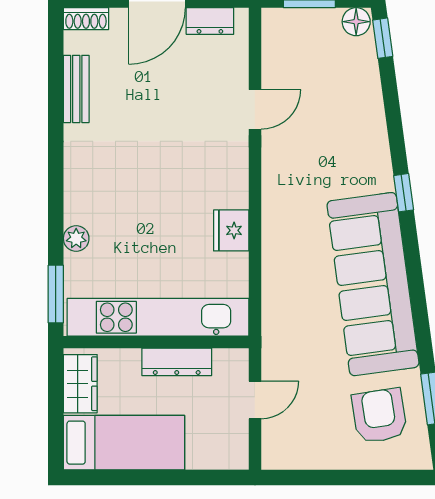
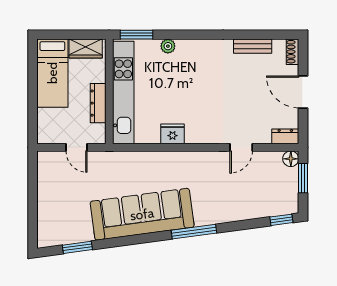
dresser: (210, 21) -> (285, 136), moved, turned 90
floor lamp: (356, 22) -> (291, 159), moved
door: (255, 109) -> (241, 147), hinge flipped
window: (404, 193) -> (194, 232), width x2.17
armchair: (379, 416) -> (68, 218), removed

